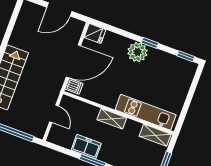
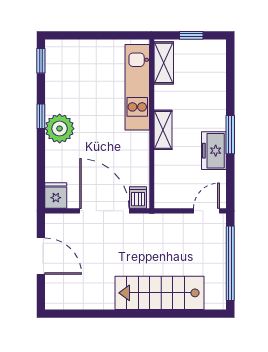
door: (54, 114) -> (206, 211), moved

